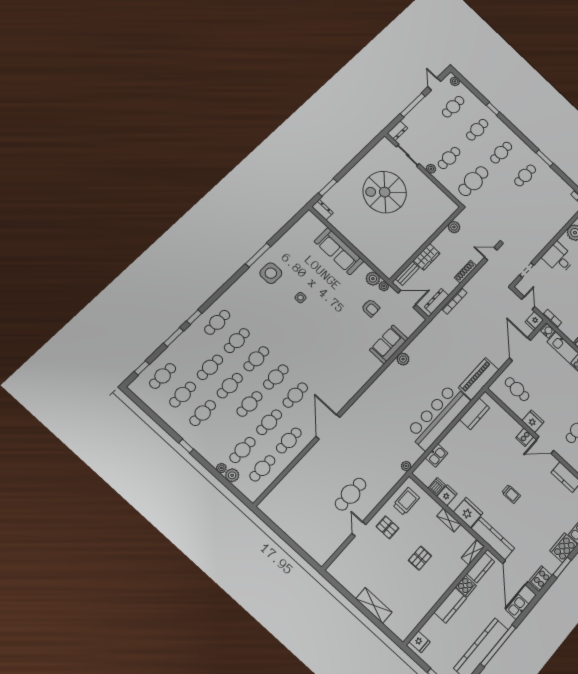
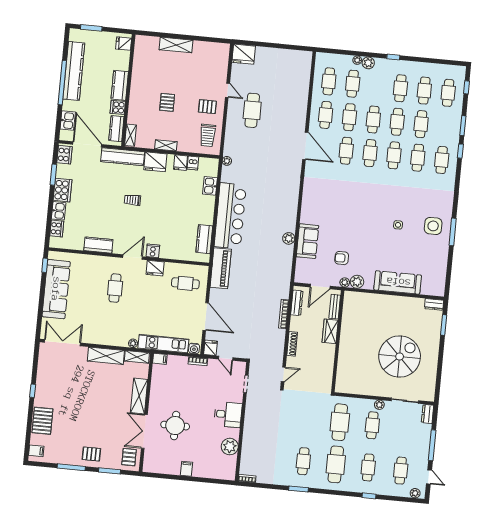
cafe table: (501, 153) -> (336, 464), width x1.37, depth x1.35
plant: (454, 227) -> (327, 372), removed
plant: (232, 475) -> (368, 63), moved
fridge: (320, 551) -> (244, 54), added

